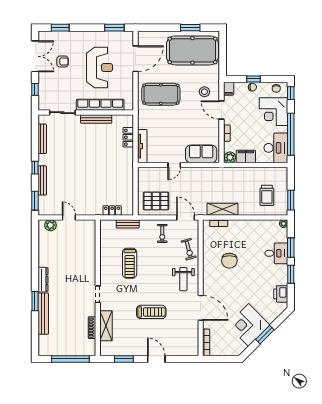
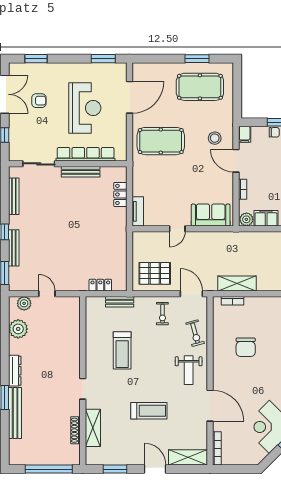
pool table: (192, 50) -> (200, 87), width x0.73, depth x0.76
tv unit: (142, 146) -> (138, 211), width x0.71
plant: (46, 246) -> (18, 329), added
shelving: (183, 350) -> (188, 457), added

